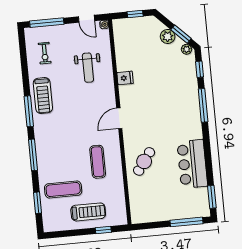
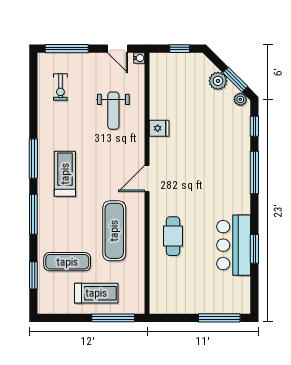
treadmill: (43, 95) -> (65, 174), moved, turned 180
cafe table: (144, 161) -> (173, 236), turned -36
exercise mat: (98, 162) -> (114, 231), width x1.36, depth x1.45
window: (212, 197) -> (254, 249), moved
window: (103, 230) -> (113, 318), width x2.17

